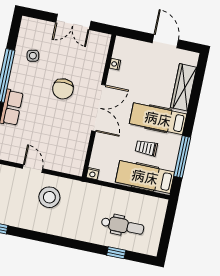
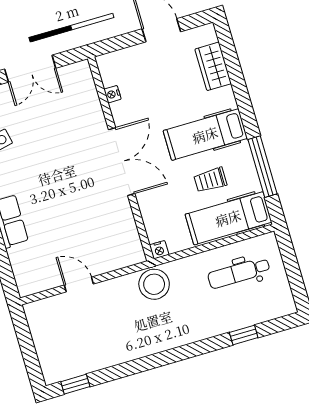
wardrobe: (183, 87) -> (213, 66), width x0.67
chair: (63, 89) -> (63, 162), removed
stool: (49, 197) -> (154, 284), moved
dental chair: (123, 226) -> (239, 273), moved, turned 180

